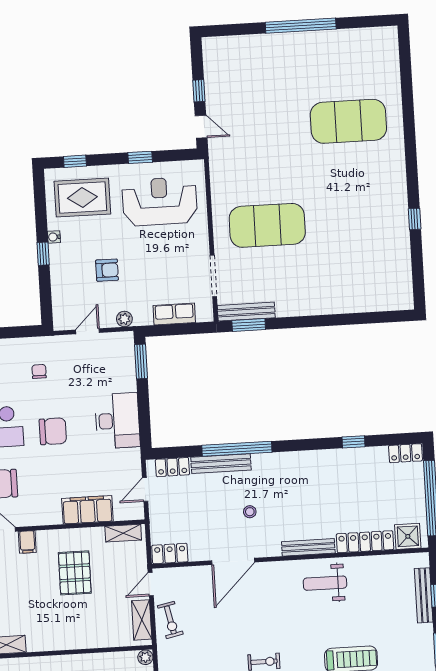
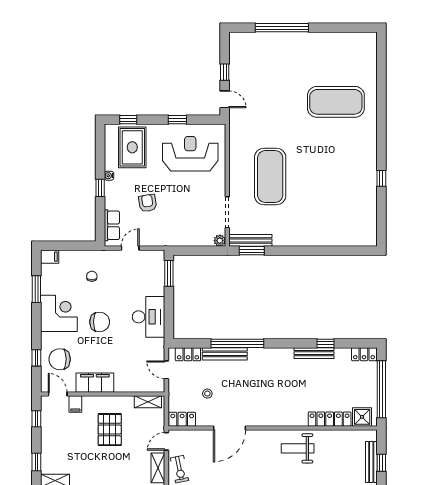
window: (301, 26) -> (282, 28), moved
rug: (82, 198) -> (132, 147), turned 90
exercise mat: (267, 225) -> (270, 177), turned 90
armchair: (107, 270) -> (148, 203), turned -99
row of seats: (174, 314) -> (112, 225), moved, turned 90
plant: (124, 319) -> (220, 241), moved
door: (145, 490) -> (166, 370), hinge flipped
filing cabinet: (87, 510) -> (95, 383), moved
stool: (250, 512) -> (207, 394), moved
bench: (308, 547) -> (314, 353), moved

